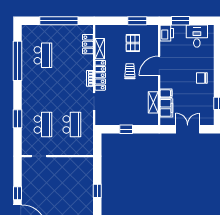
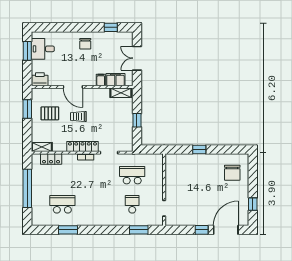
window: (180, 21) -> (27, 51), moved
shelving: (100, 49) -> (42, 147), moved
window: (18, 61) -> (68, 230), width x0.47
shelving: (153, 102) -> (121, 93), moved
window: (18, 119) -> (139, 230), moved
school desk: (43, 124) -> (132, 204), width x0.54

